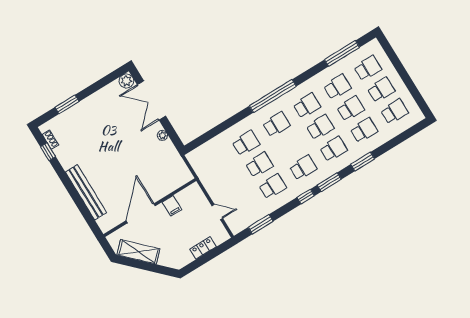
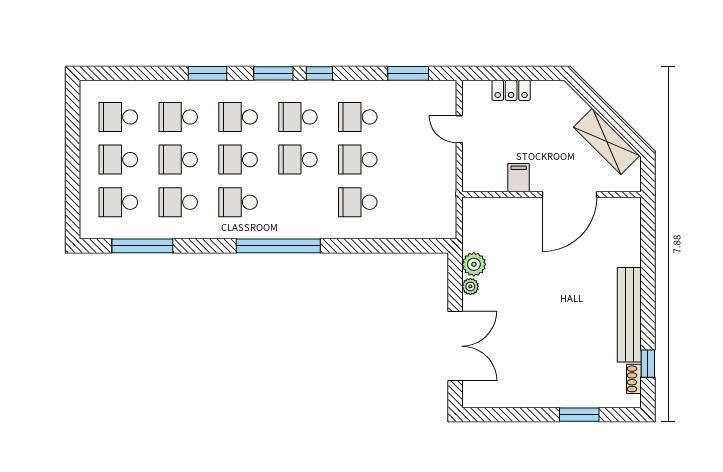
plant: (126, 81) -> (474, 264), moved
school desk: (276, 124) -> (298, 160), moved
bench: (86, 192) -> (629, 315), moved

